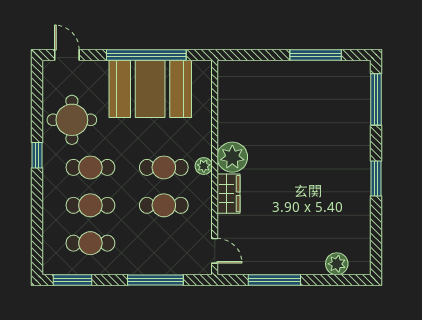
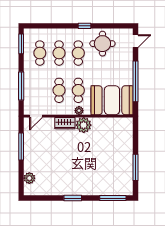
booth: (150, 89) -> (112, 100), moved, turned 90

